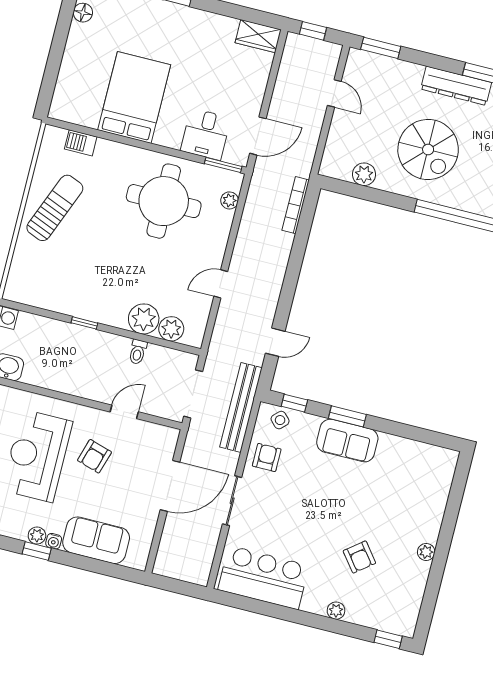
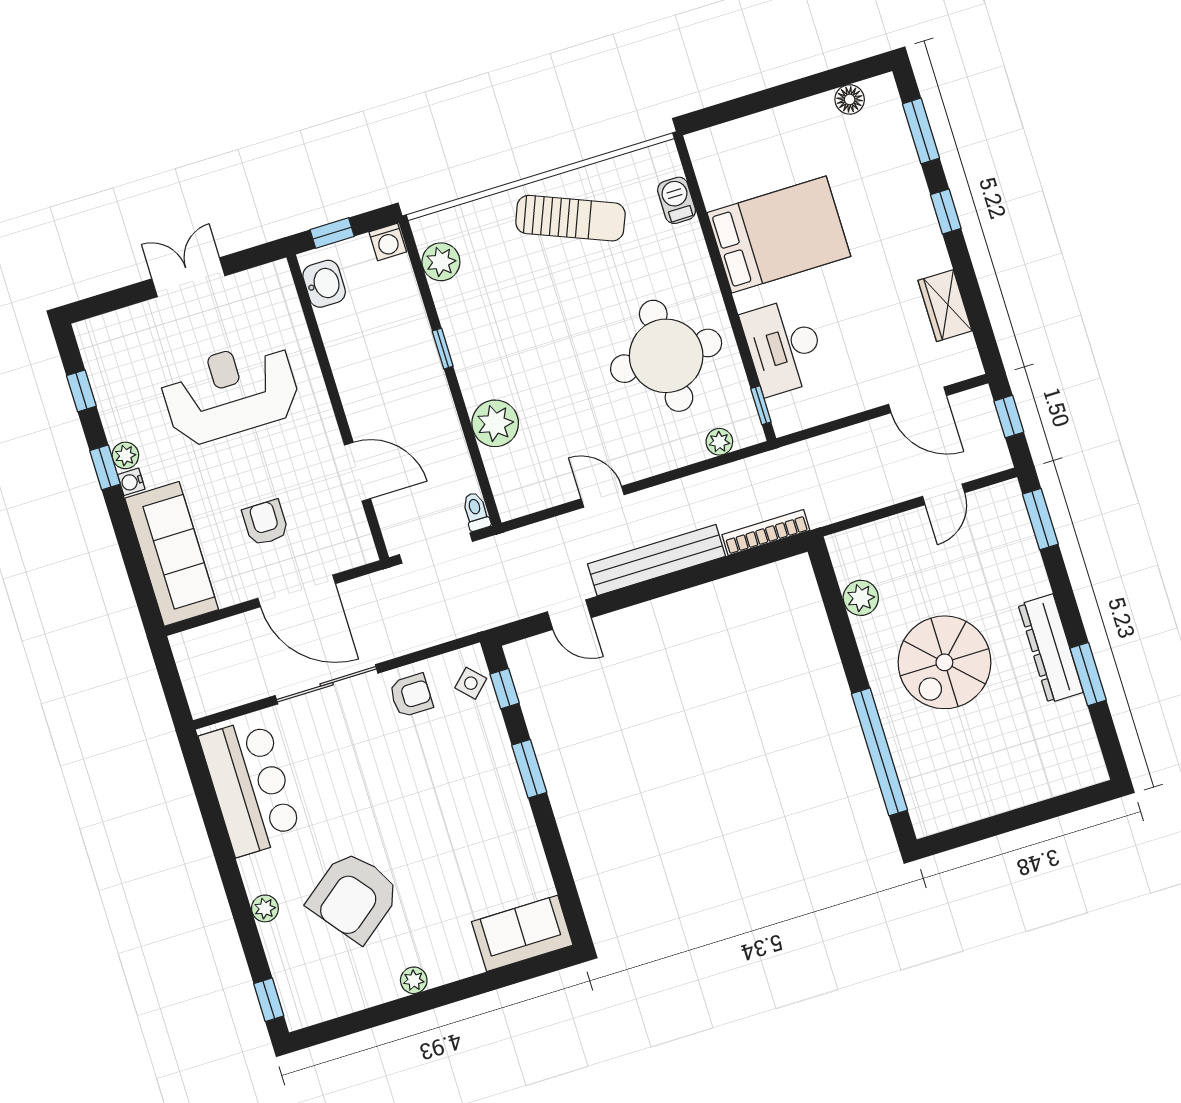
wardrobe: (258, 36) -> (945, 306), moved
desk: (206, 134) -> (784, 346), width x1.37
door: (258, 136) -> (918, 400), moved
window: (223, 165) -> (761, 405), width x0.67
plant: (171, 329) -> (441, 262), moved
toilet: (138, 352) -> (476, 512), moved, turned 90
bench: (241, 407) -> (656, 560), moved
door: (124, 412) -> (358, 472), width x1.38
sofa: (347, 441) -> (522, 933), moved, turned 90
armchair: (94, 456) -> (265, 523), moved, turned 73
sliding door: (232, 501) -> (327, 684), width x1.37
sofa: (96, 540) -> (172, 554), width x1.36
armchair: (359, 557) -> (354, 897), width x1.88, depth x1.88

